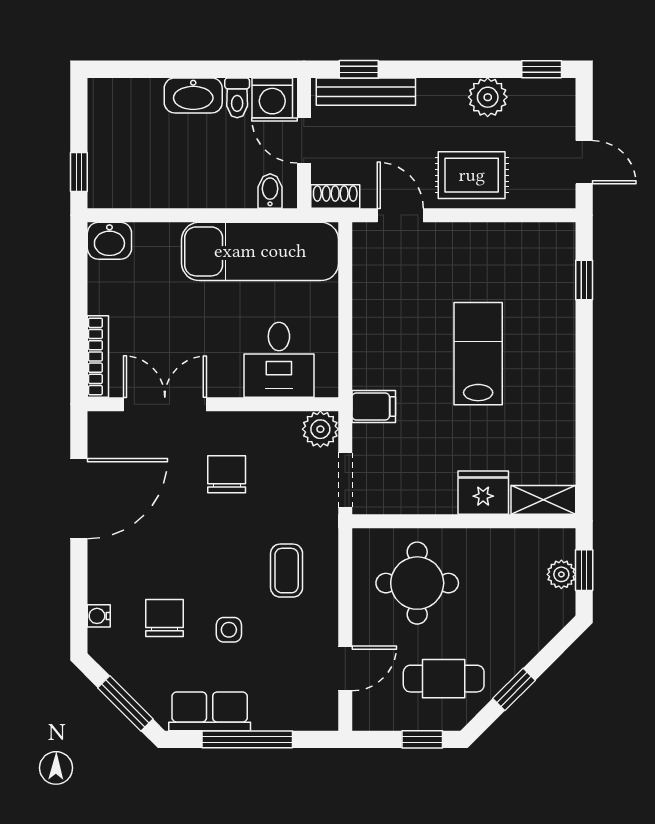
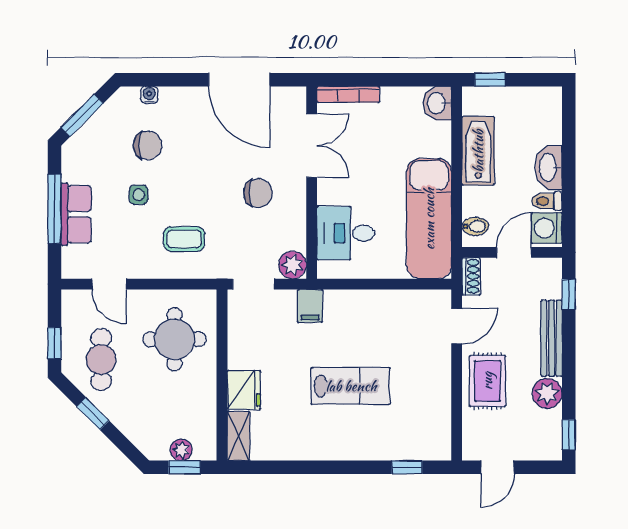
bench: (366, 92) -> (552, 338), moved
bathtub: (171, 187) -> (478, 151), added
row of seats: (210, 711) -> (76, 214), moved

